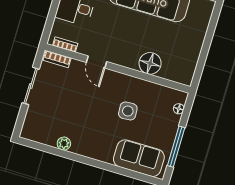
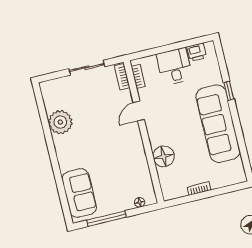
bookcase: (197, 48) -> (199, 188), added
side table: (128, 111) -> (113, 161), removed
plant: (64, 144) -> (60, 122), width x1.87, depth x1.87

